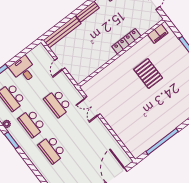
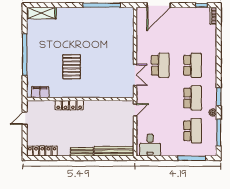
door: (60, 64) -> (135, 110), moved
desk: (23, 70) -> (150, 145), moved
school desk: (58, 103) -> (160, 65), moved

